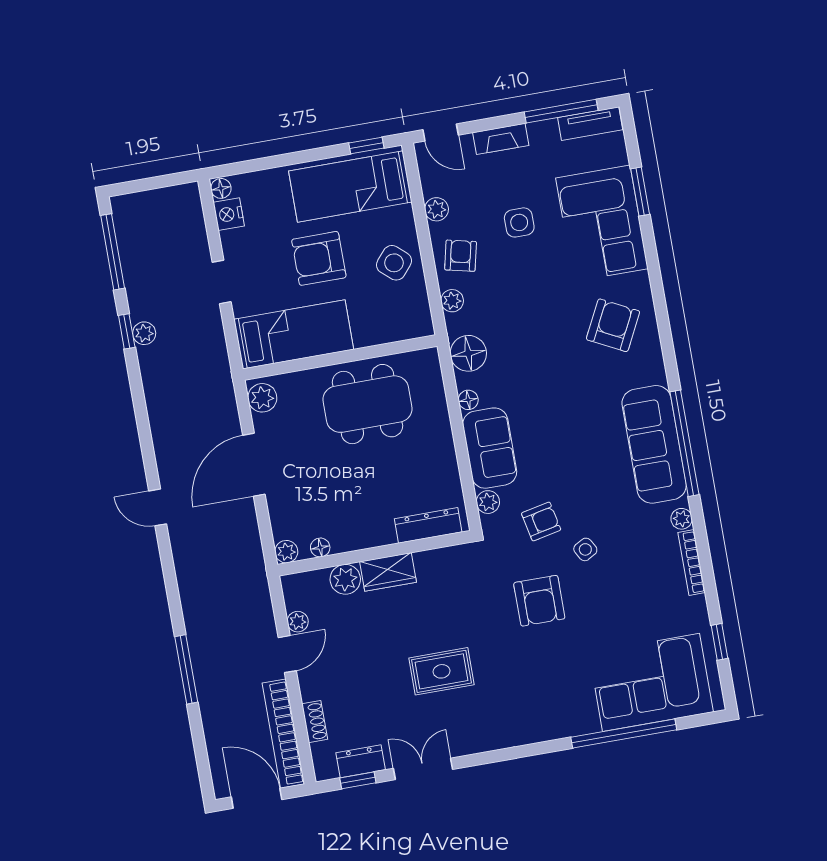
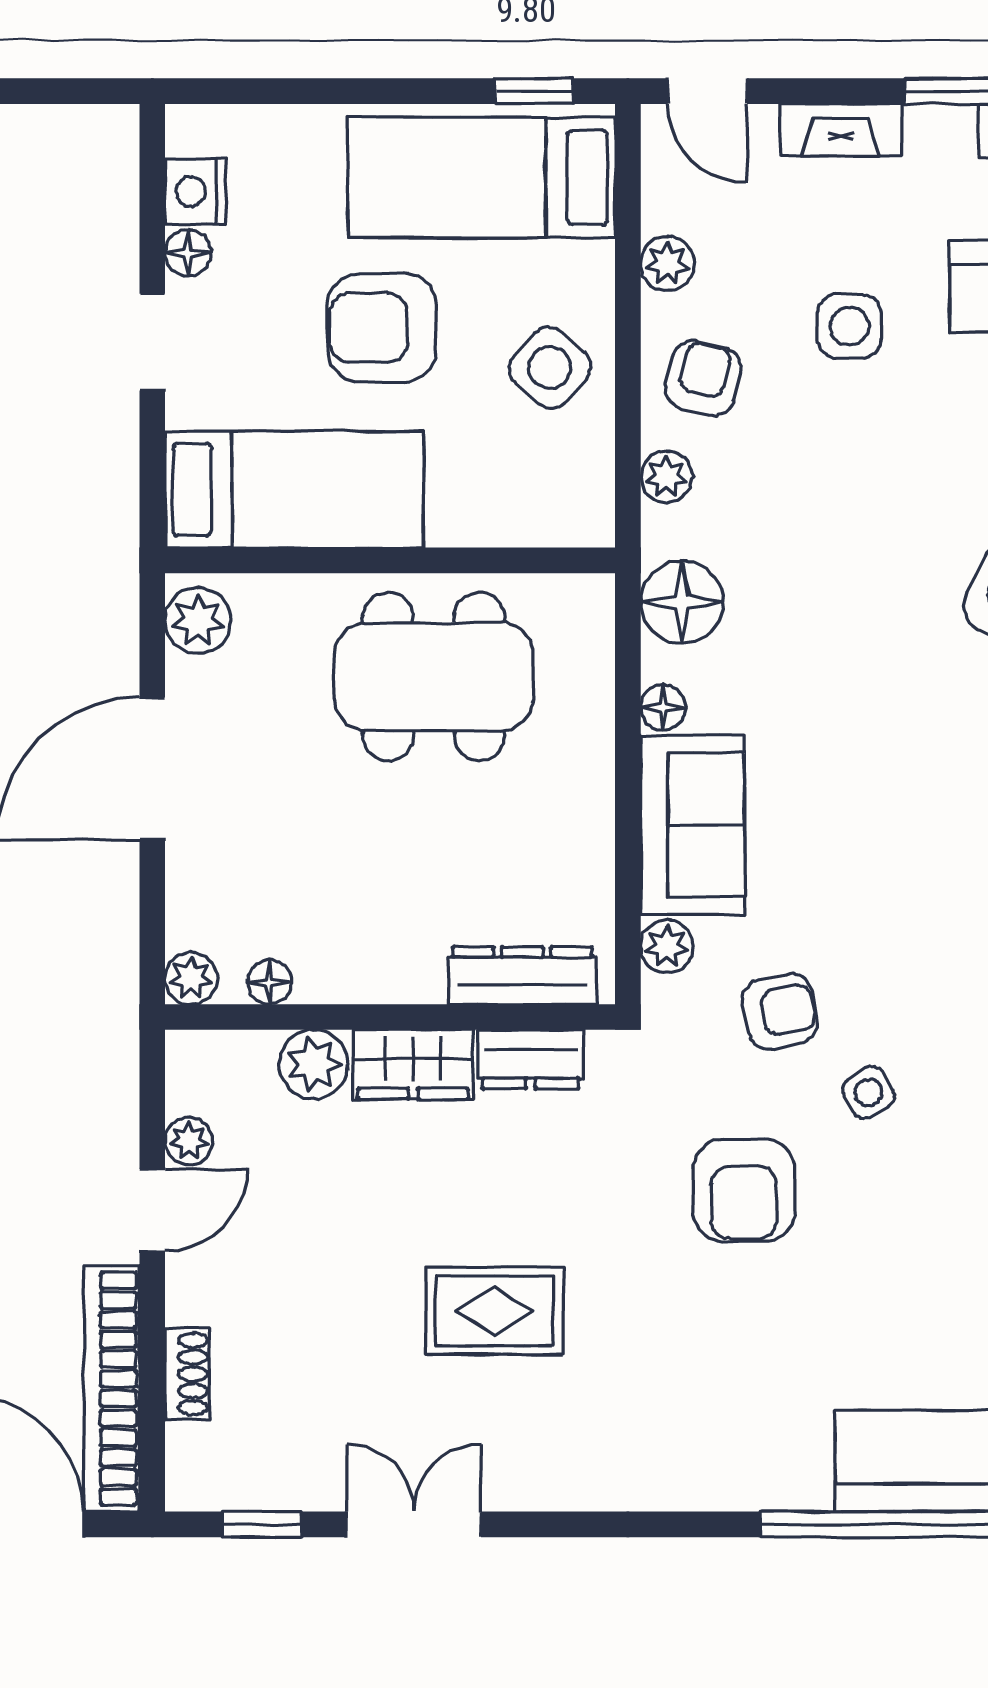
floor lamp: (221, 188) -> (188, 253), moved
dresser: (361, 761) -> (531, 1059), moved, turned 180

